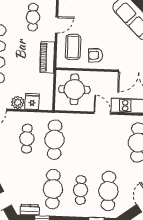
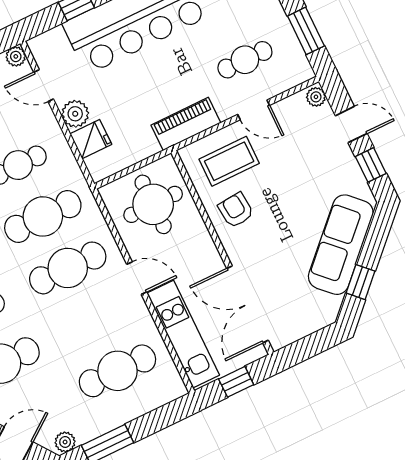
door: (102, 113) -> (137, 278), hinge flipped
cafe table: (82, 141) -> (68, 268), added

